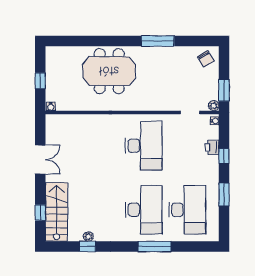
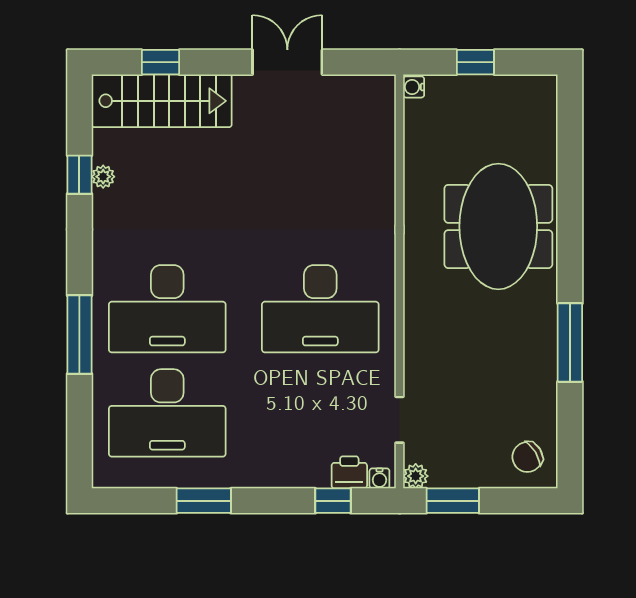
printer: (212, 147) -> (349, 472), moved
window: (224, 156) -> (333, 501), moved
double door: (40, 159) -> (287, 62), swing flipped

